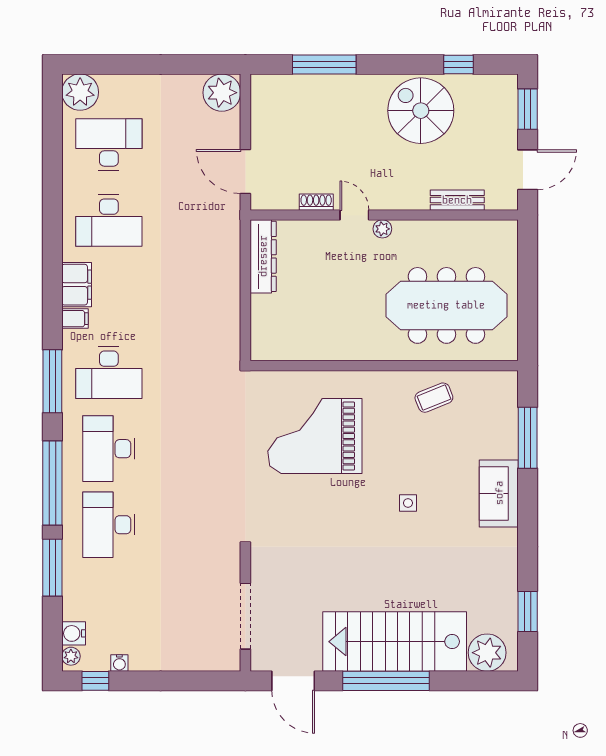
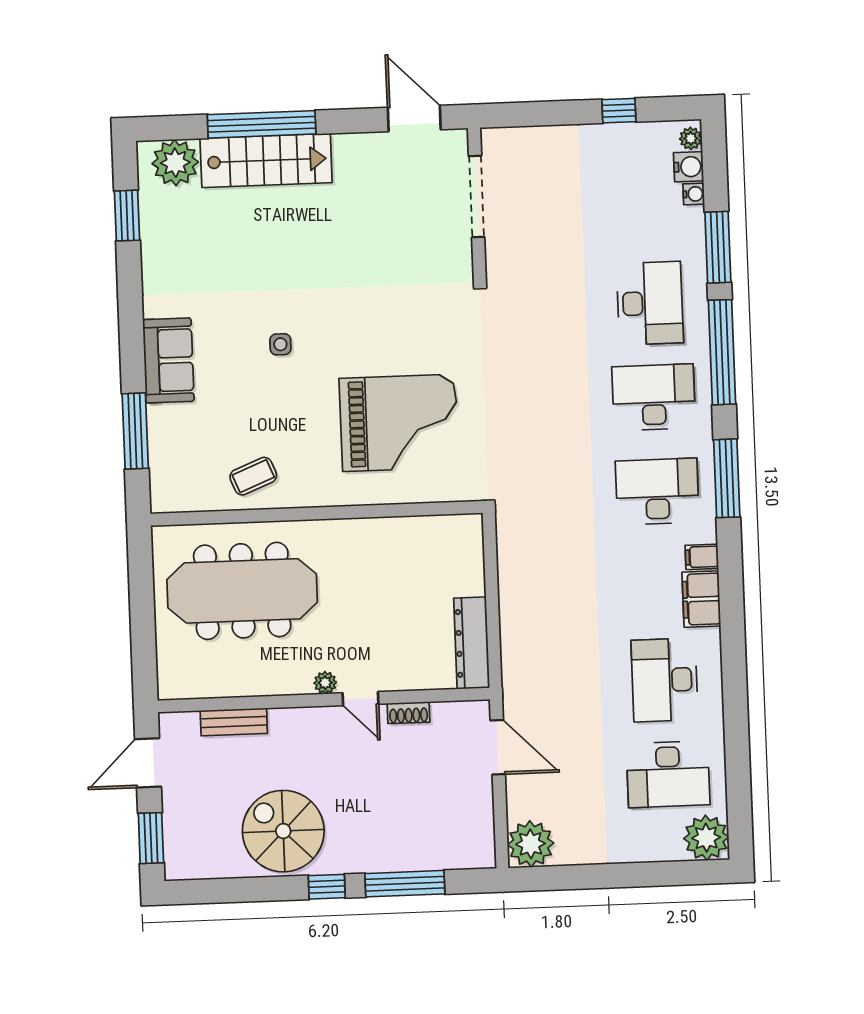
window: (459, 64) -> (327, 887), moved
spiral stairs: (421, 111) -> (283, 831), turned 180
desk: (109, 221) -> (664, 680), turned -90
desk: (109, 449) -> (654, 397), turned -90
stairs: (395, 642) -> (266, 160), width x0.73, depth x0.66
water cooler: (119, 663) -> (694, 194), moved, turned 90
window: (95, 681) -> (619, 111), moved
window: (386, 681) -> (262, 124), moved

